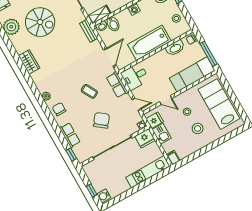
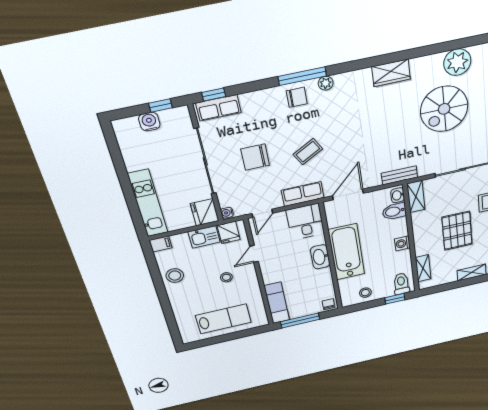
washbasin: (175, 48) -> (320, 257), moved
door: (110, 57) -> (348, 195), swing flipped
exam couch: (192, 74) -> (277, 303), width x0.73, depth x0.69
lab bench: (219, 104) -> (223, 319), width x0.73, depth x0.72
window: (46, 110) -> (302, 76), added
chair: (101, 120) -> (255, 157), turned 142
stool: (198, 128) -> (175, 276), moved
row of seats: (70, 135) -> (218, 108), moved
window: (92, 190) -> (160, 106), moved
water cooler: (104, 196) -> (149, 122), moved

